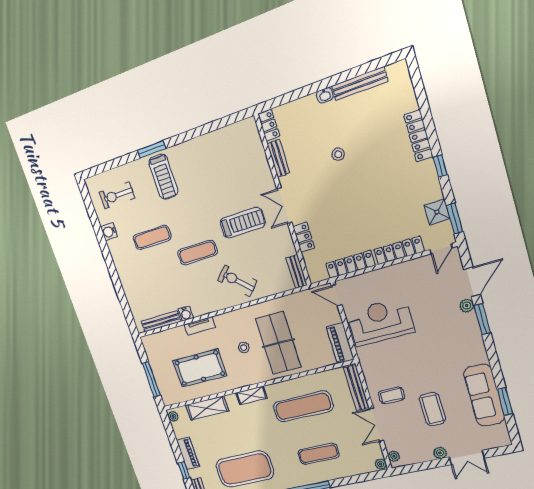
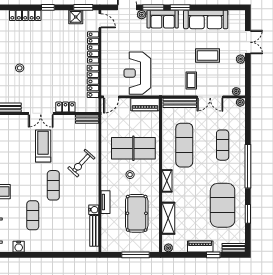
sofa: (468, 337) -> (163, 19), added
window: (505, 401) -> (180, 7), moved

